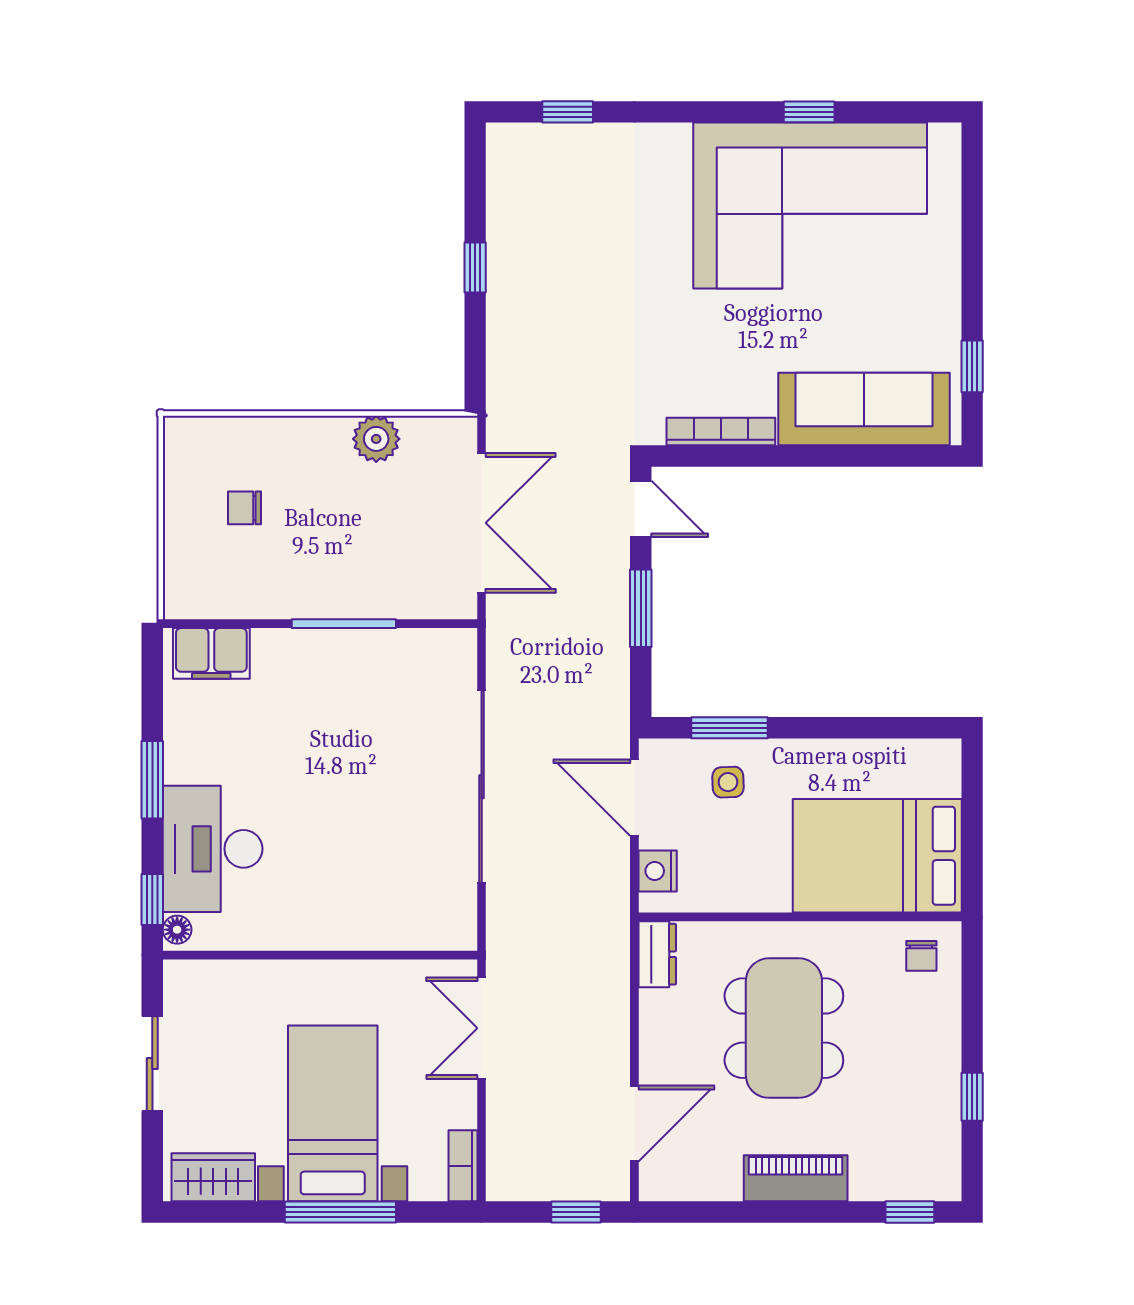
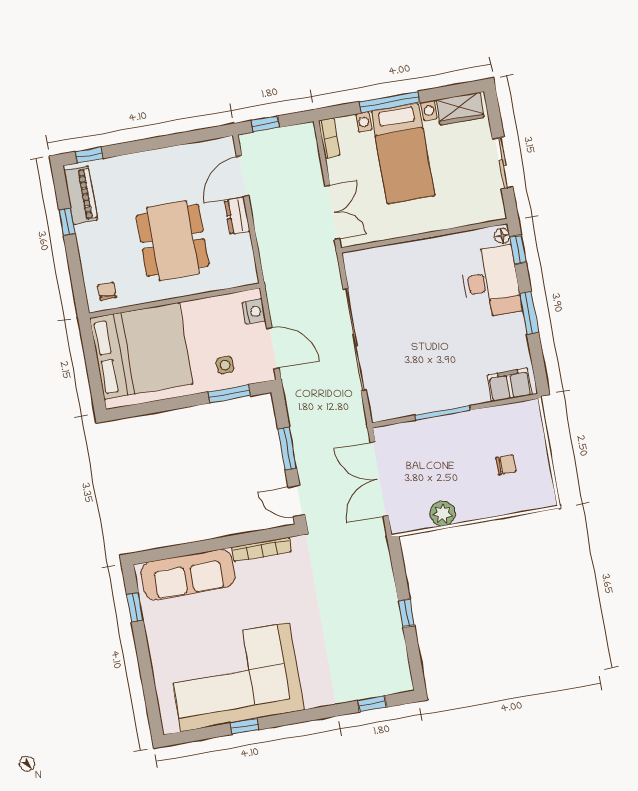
bed: (877, 856) -> (141, 351), width x1.36
dresser: (657, 954) -> (237, 216), moved
piano: (796, 1178) -> (81, 195), moved, turned -90

